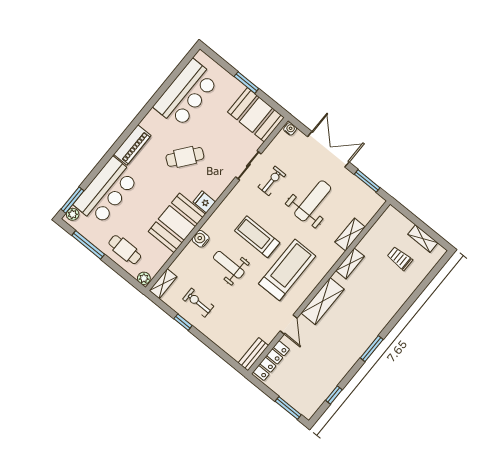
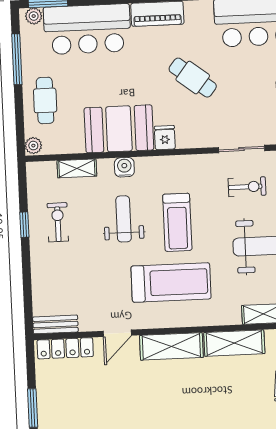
treadmill: (257, 237) -> (177, 222), turned 180
shelving: (350, 263) -> (234, 343), width x1.50, depth x1.33
shelving: (163, 284) -> (77, 168), moved

